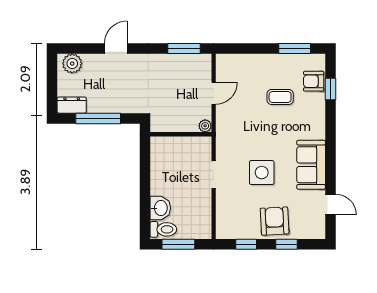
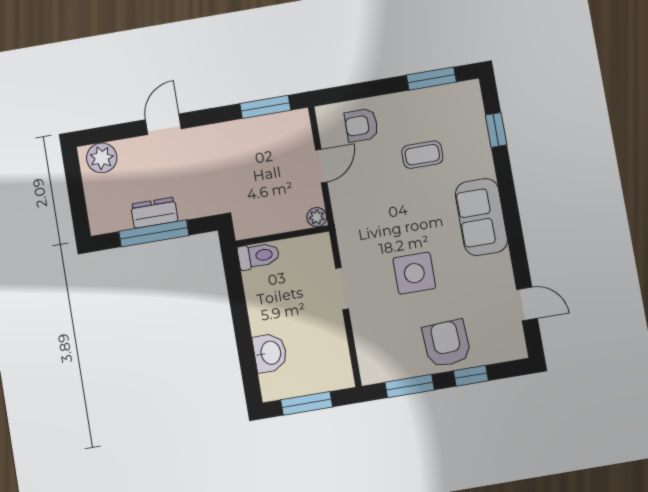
armchair: (314, 81) -> (361, 125), moved
dresser: (72, 105) -> (154, 213), moved
sofa: (311, 165) -> (481, 217), moved
toilet: (163, 229) -> (258, 256), moved
window: (246, 244) -> (410, 386), width x1.50

